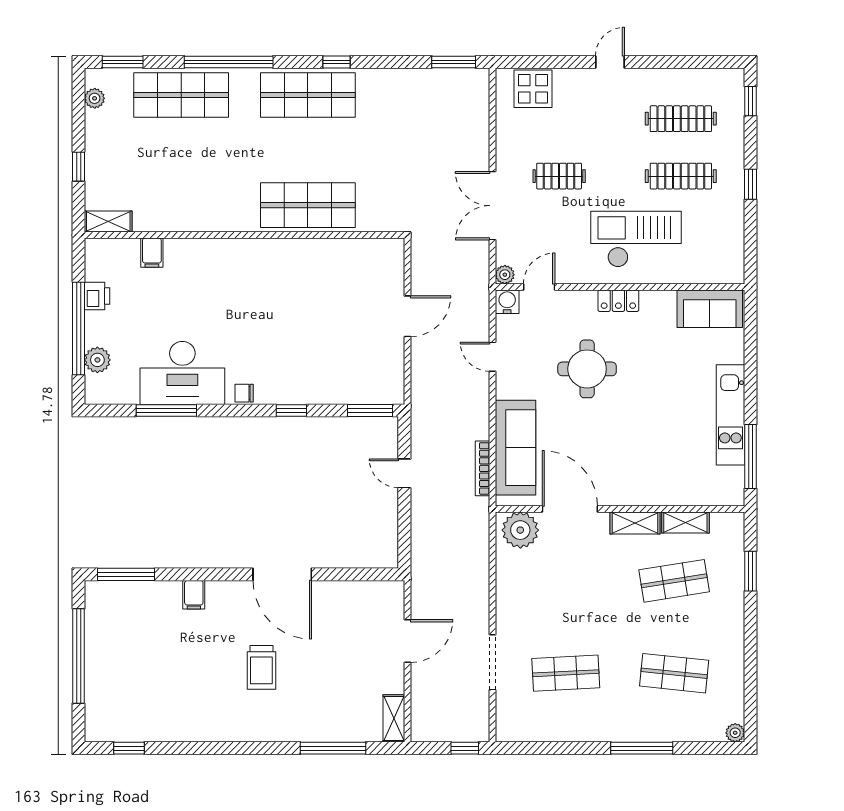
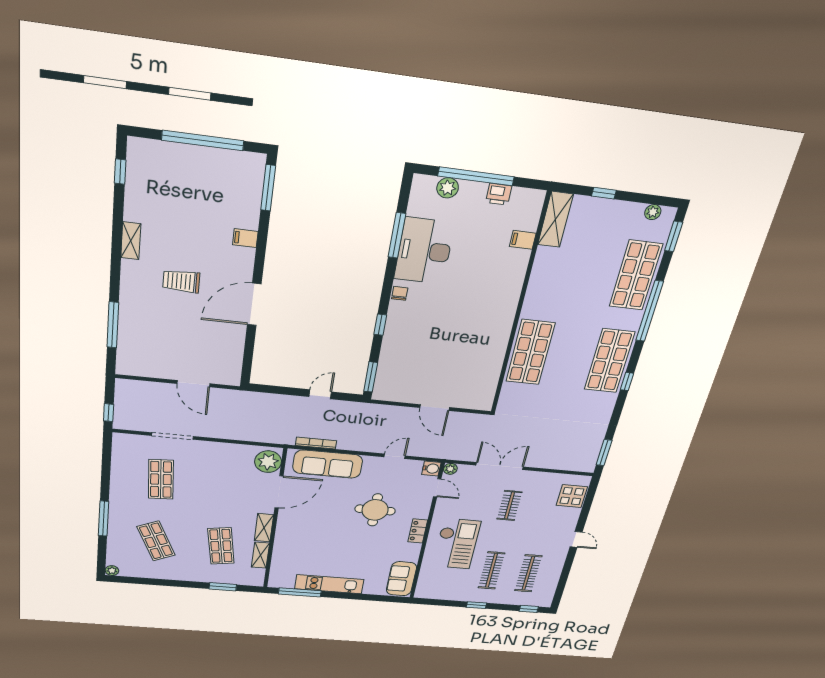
shelving: (108, 222) -> (556, 219), width x1.50, depth x1.33
shop shelf: (674, 673) -> (156, 541), turned -30
shelving: (394, 718) -> (131, 241), moved, turned 90

